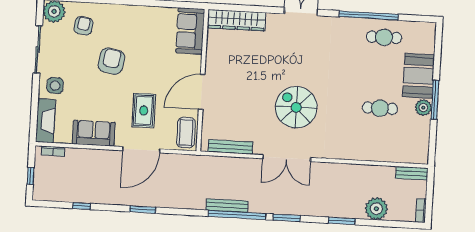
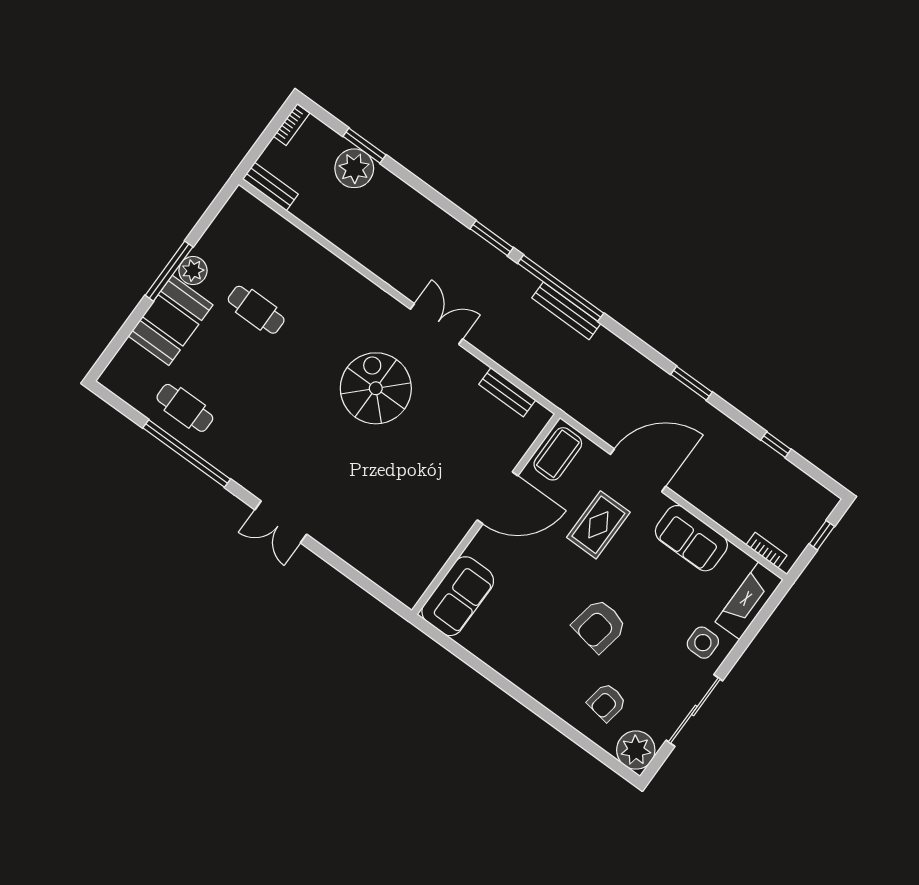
wardrobe: (237, 20) -> (381, 569), removed
spiral stairs: (296, 107) -> (376, 388), turned 180
bench: (230, 147) -> (507, 392), width x0.73
double door: (287, 158) -> (437, 324), width x0.73
window: (342, 221) -> (364, 146), moved

